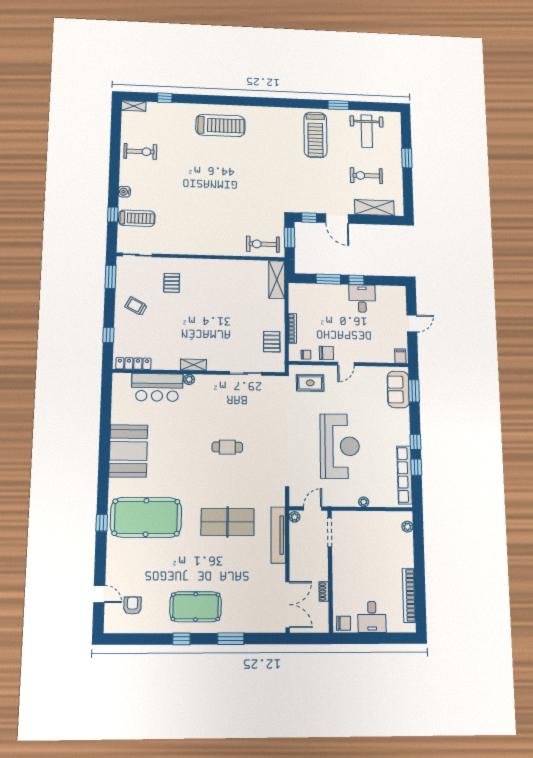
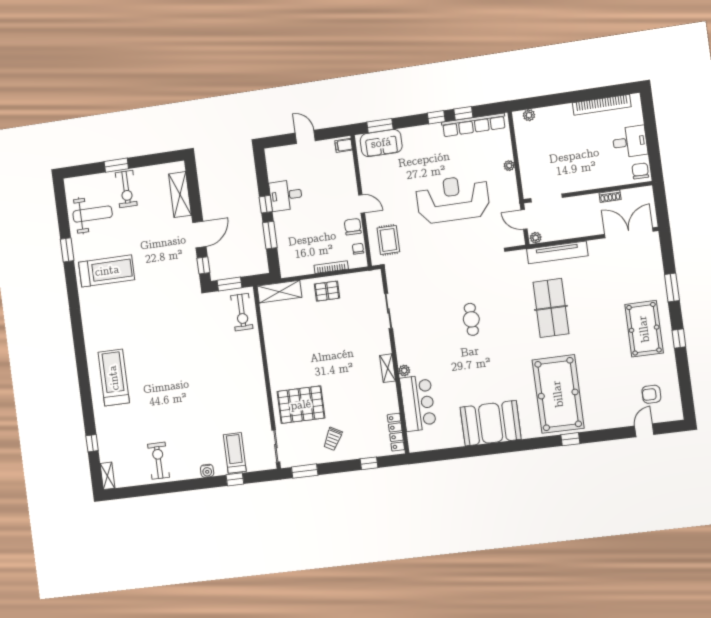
exercise bike: (366, 176) -> (126, 189), moved
pallet: (172, 283) -> (301, 405), width x2.05, depth x2.00
pallet: (272, 342) -> (327, 291), moved

